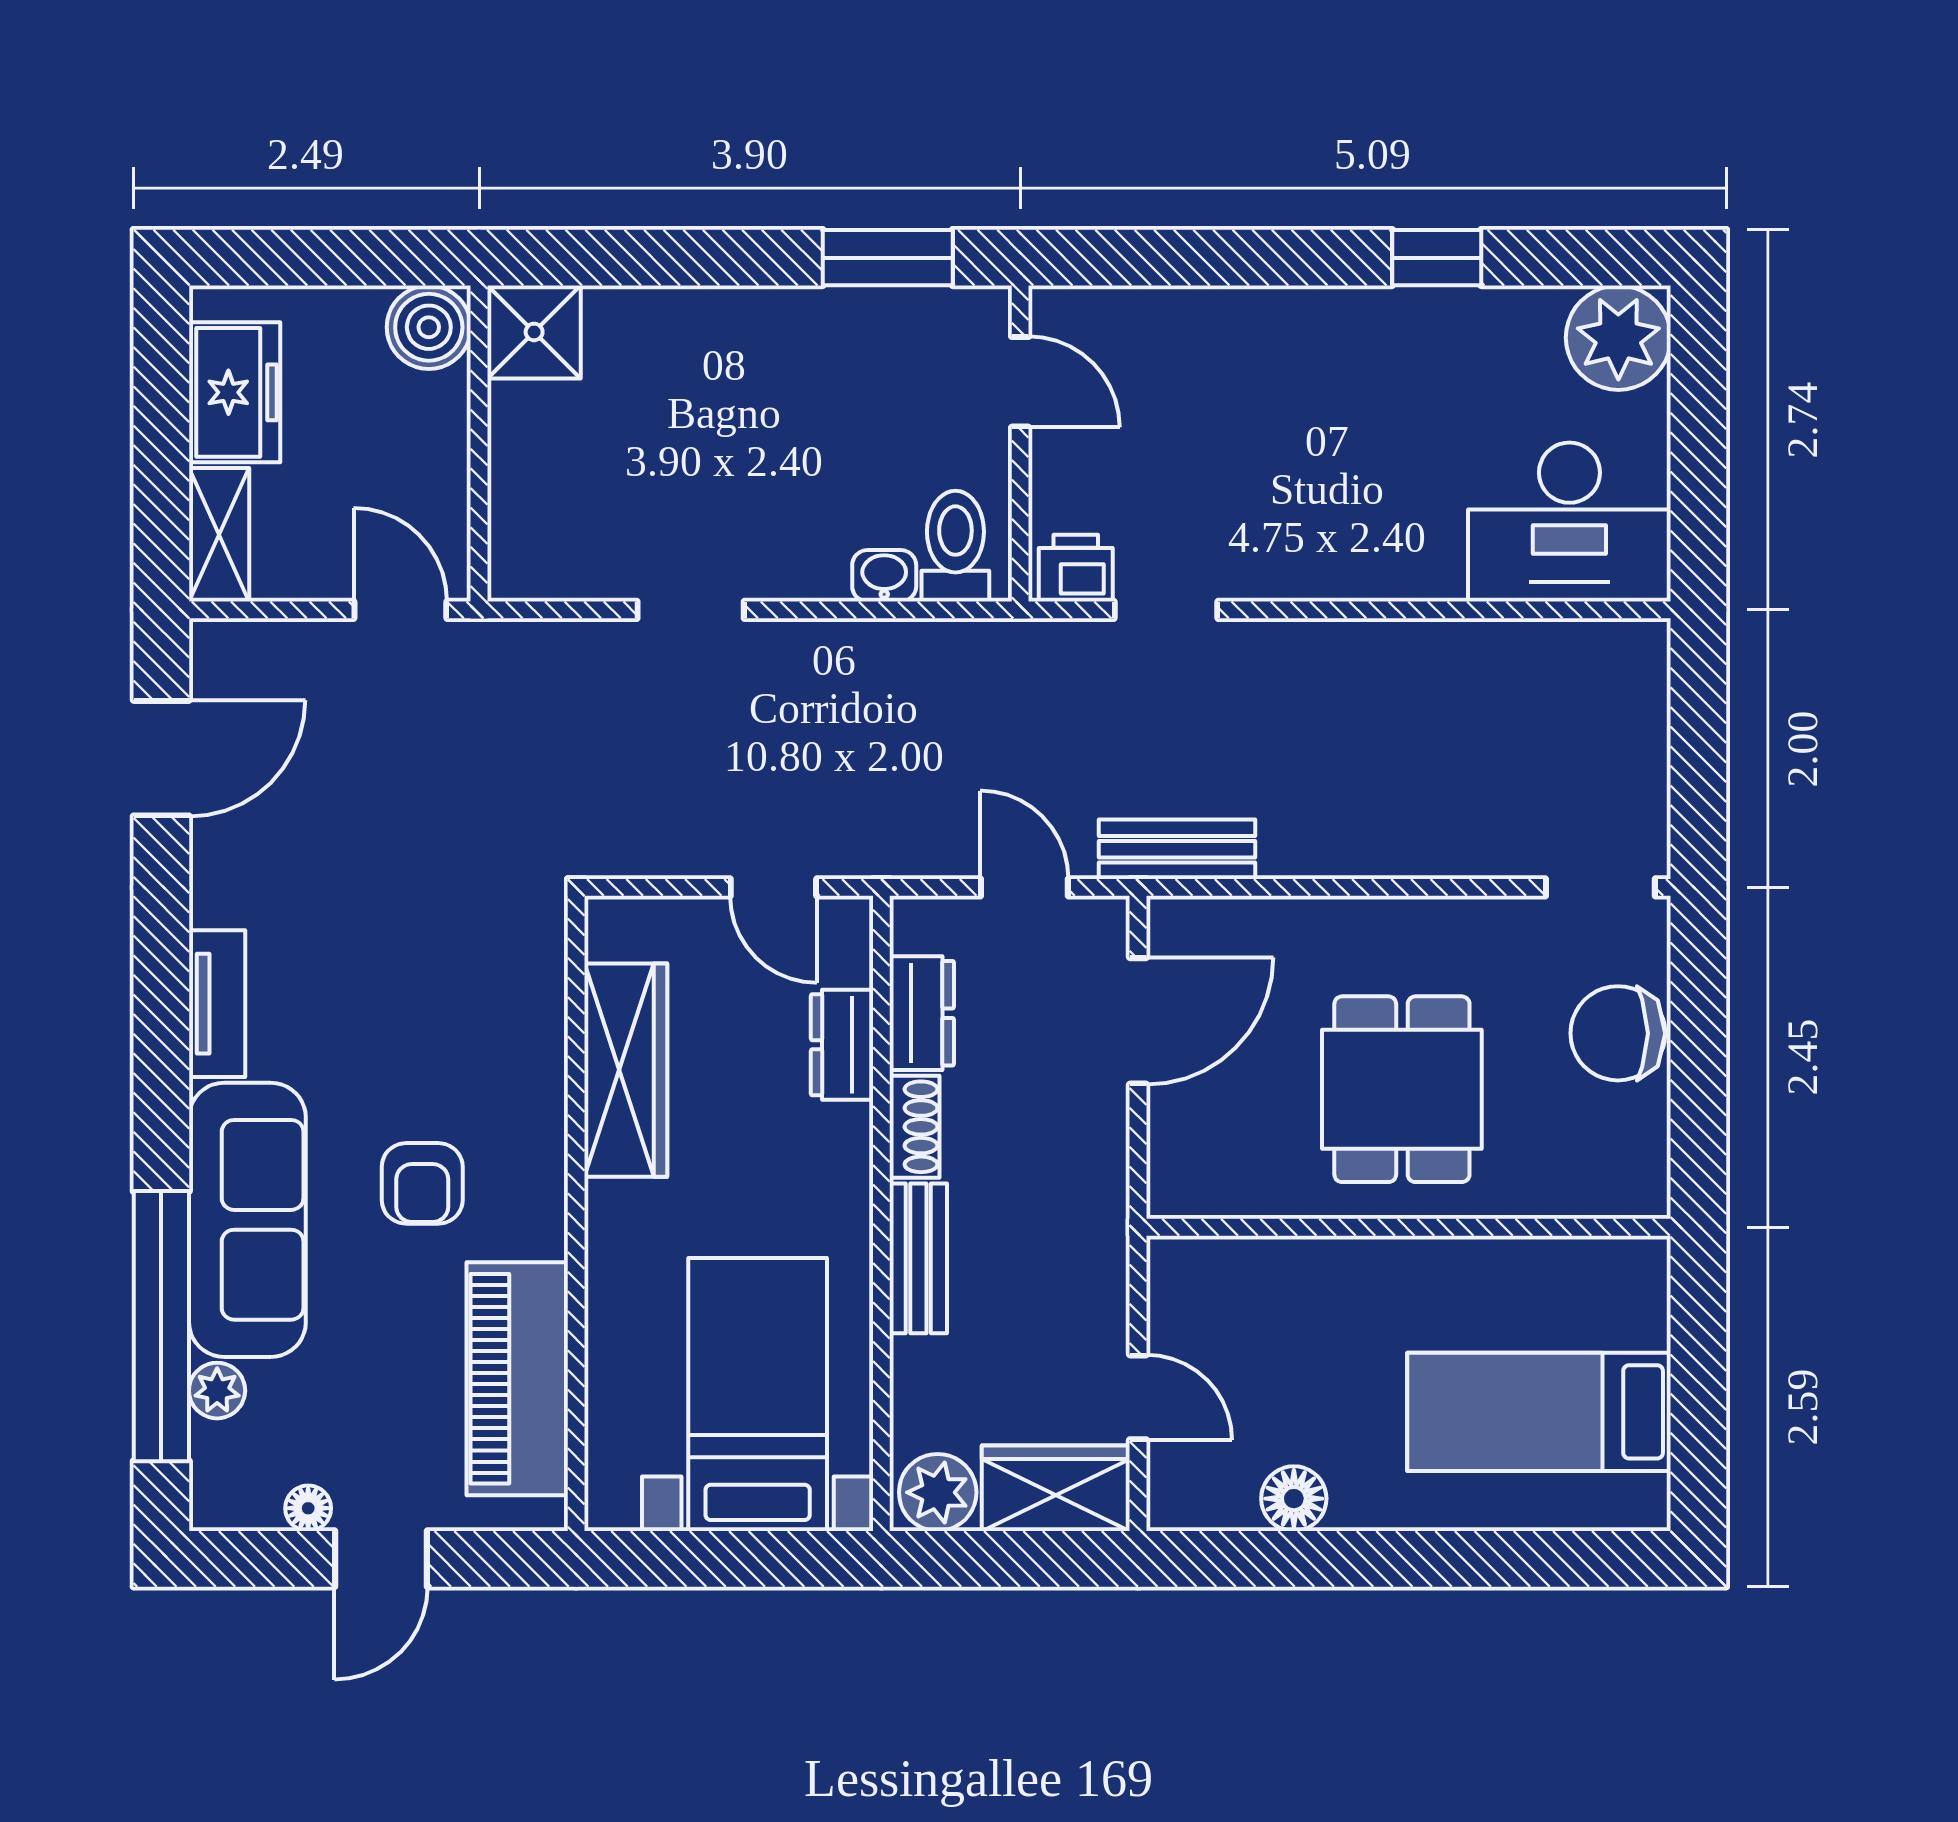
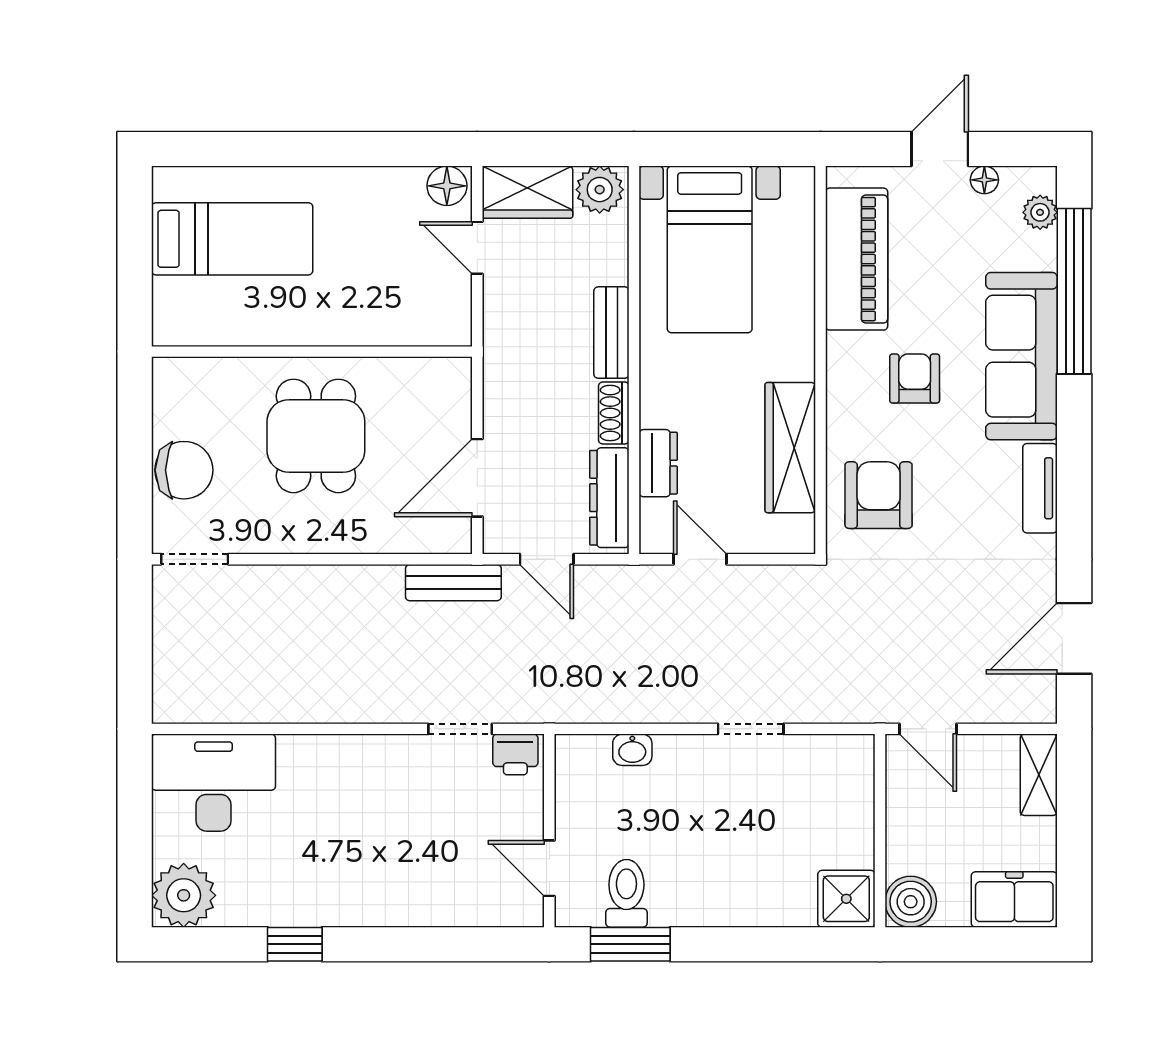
freezer: (235, 392) -> (1014, 899), moved, turned 90
toilet: (955, 546) -> (626, 893), moved, turned 180
armchair: (481, 992) -> (879, 495), added
dresser: (922, 1013) -> (609, 498), width x1.44
plant: (217, 1391) -> (1040, 212), moved
floor lamp: (1294, 1499) -> (447, 186), moved

